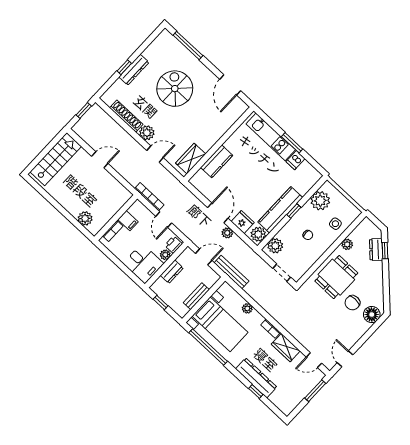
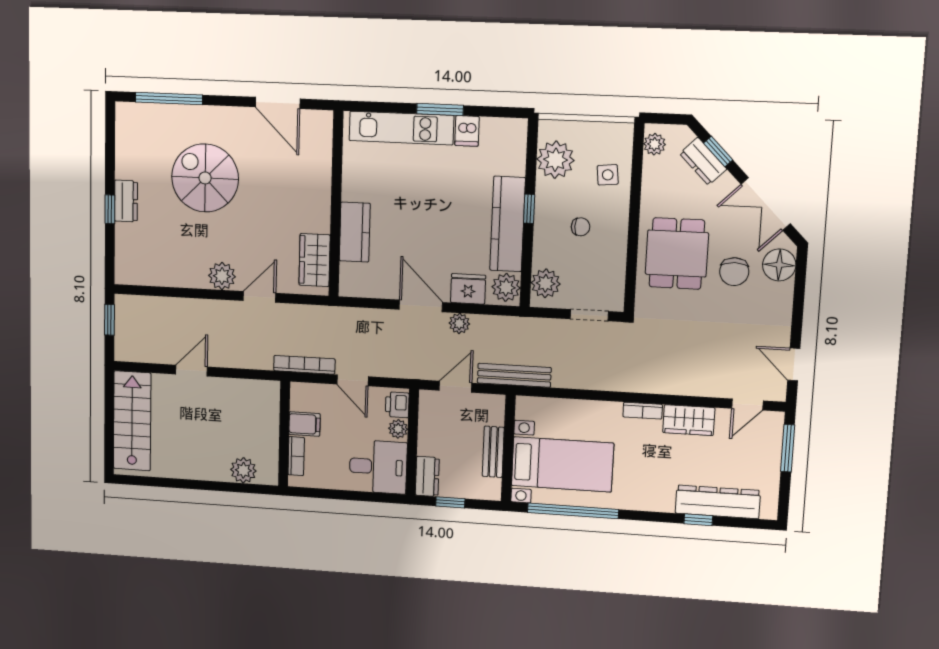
dresser: (134, 70) -> (126, 201), width x0.70
shoe rack: (126, 116) -> (173, 277), removed
plant: (347, 244) -> (655, 144), moved
dresser: (172, 272) -> (427, 476), moved
double door: (386, 286) -> (766, 204), added
plant: (247, 308) -> (583, 409), removed
dresser: (256, 378) -> (718, 502), moved

